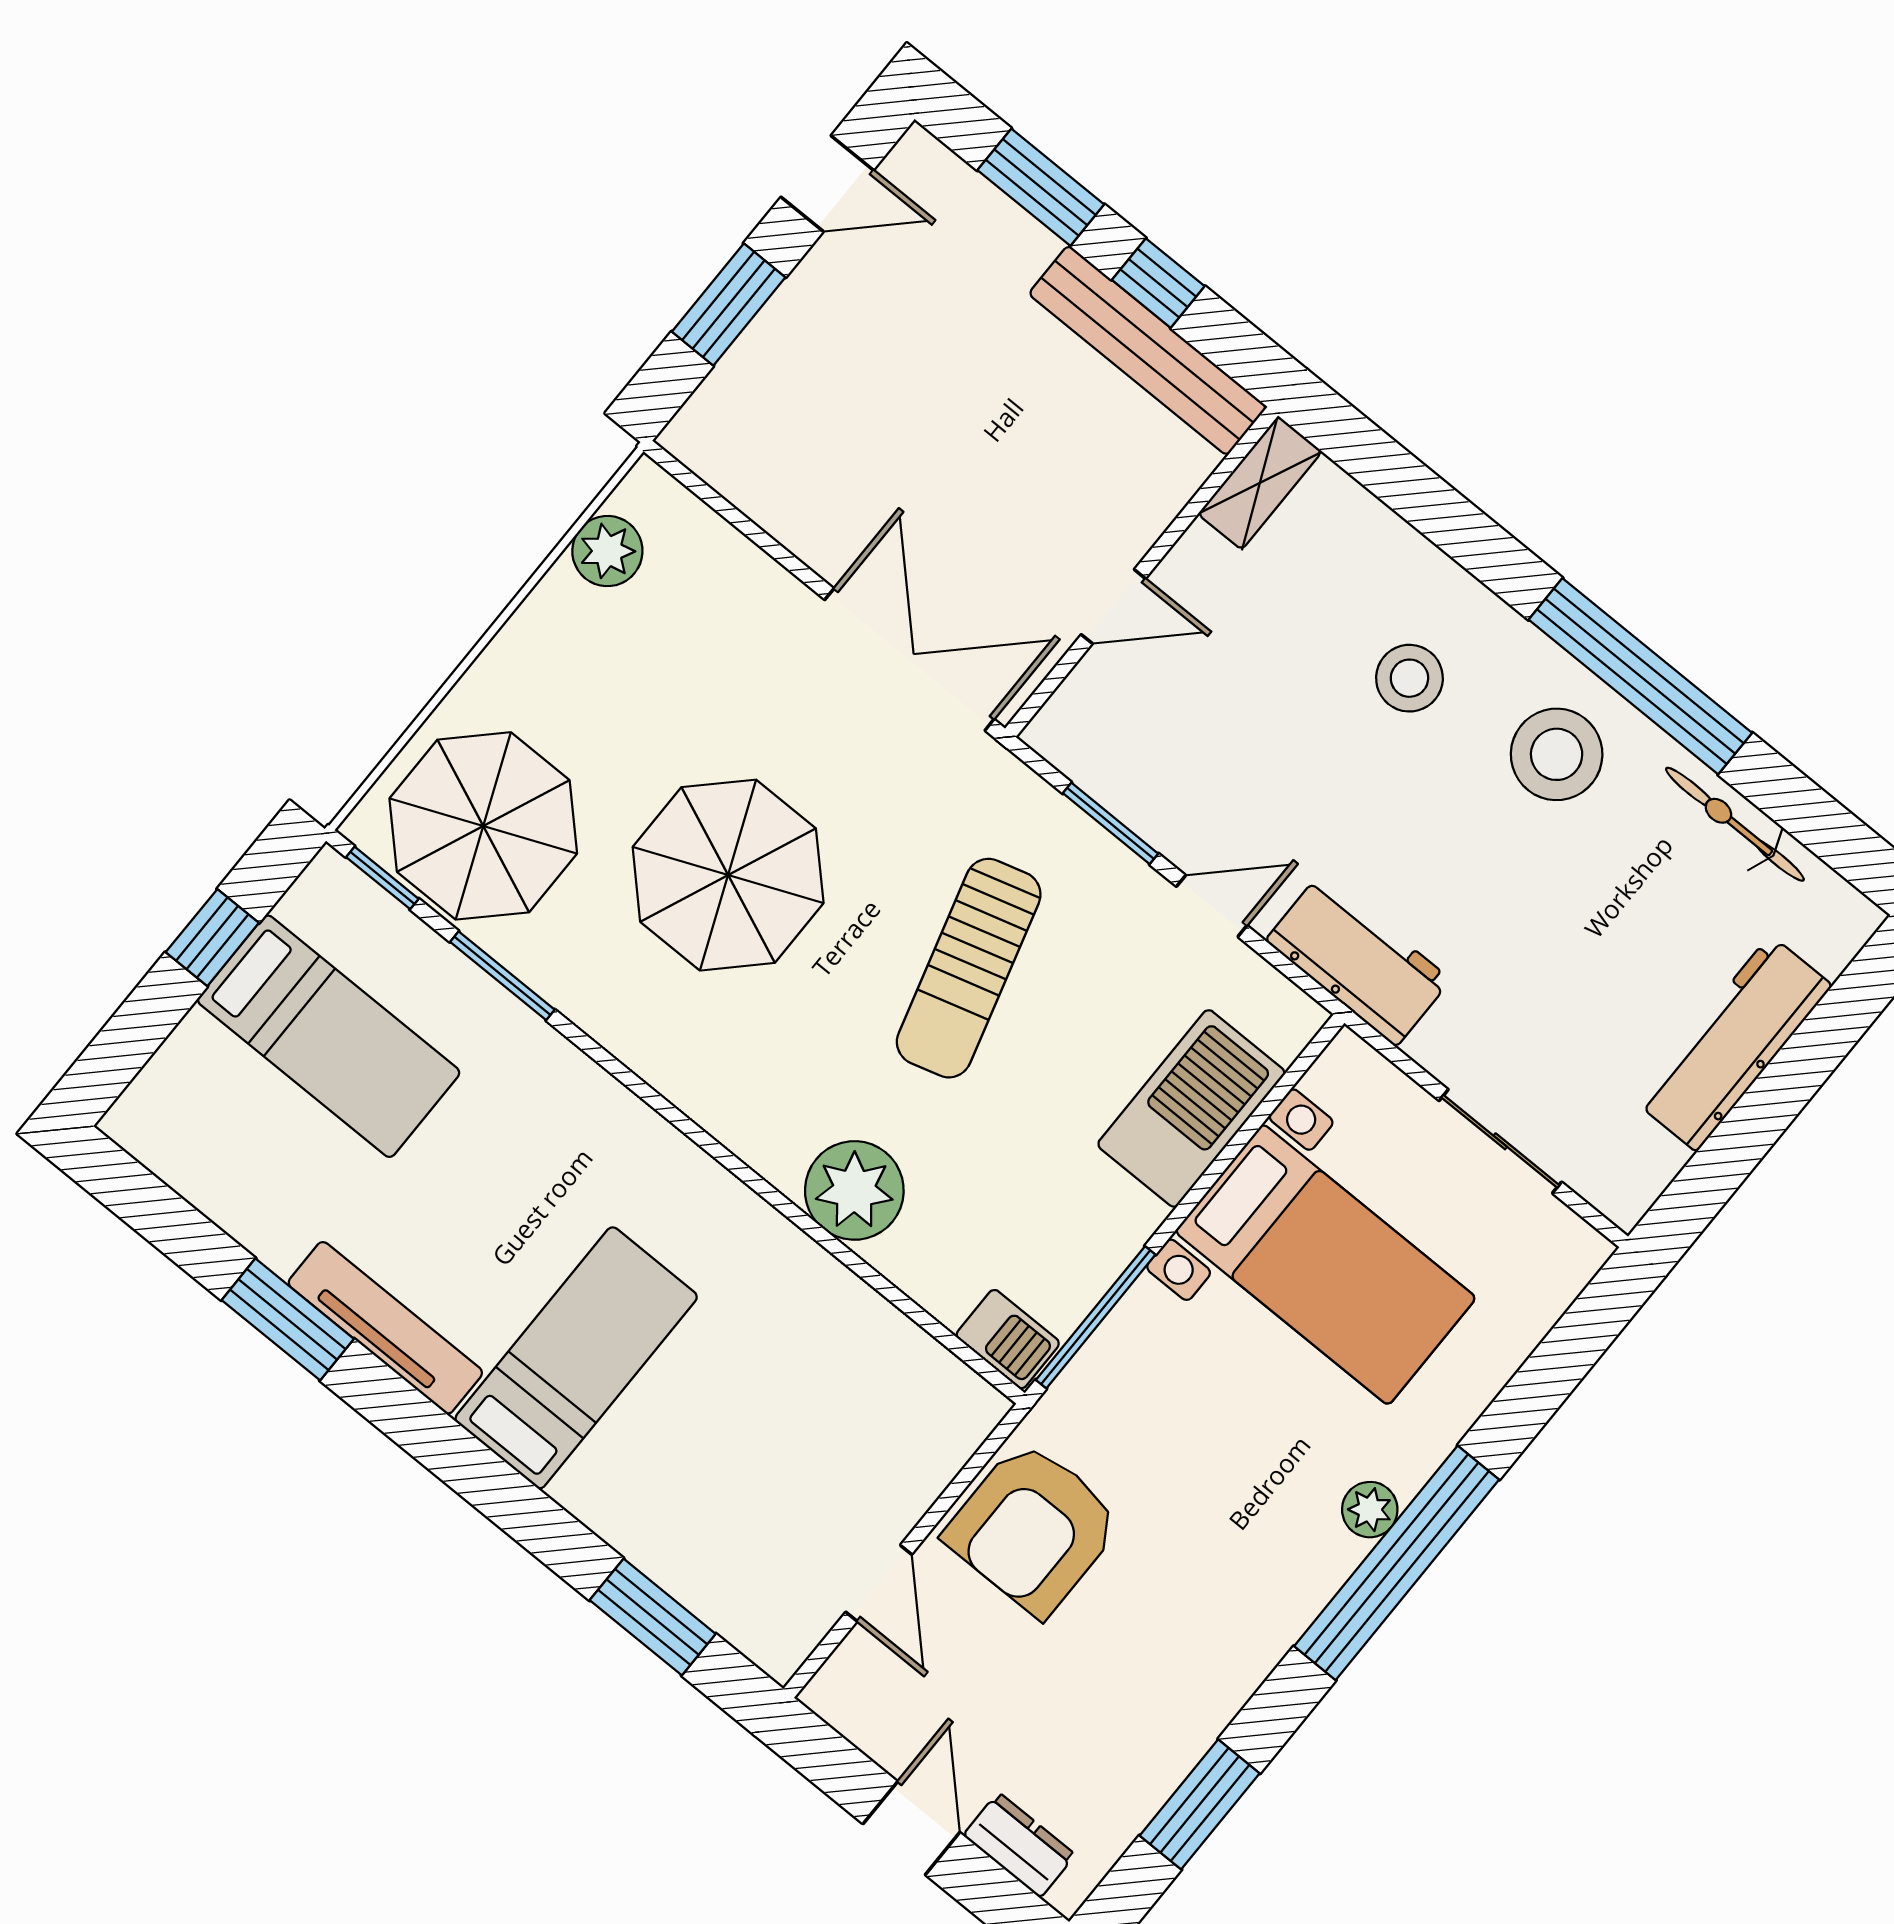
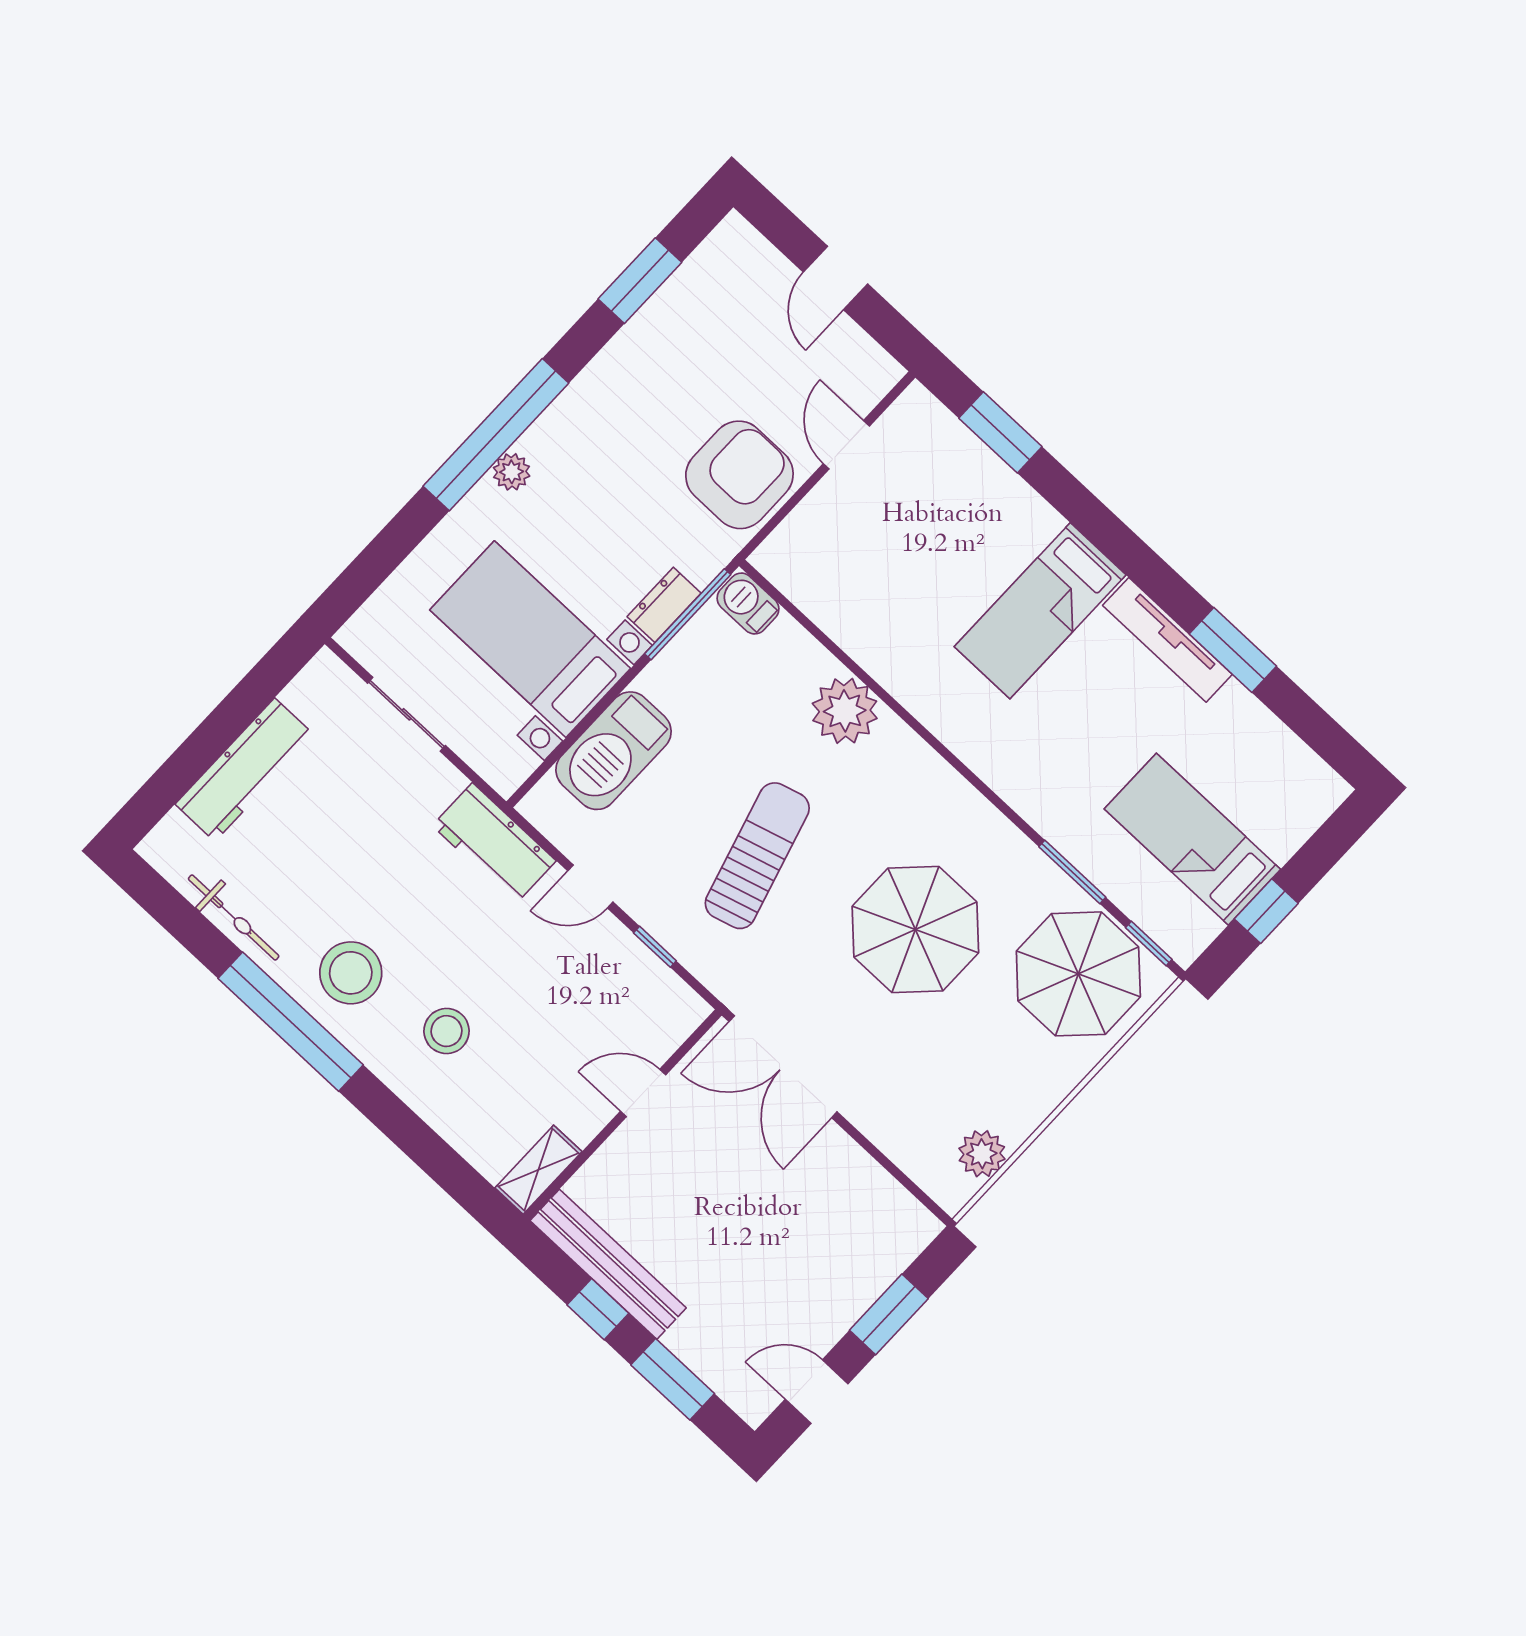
window: (1111, 823) -> (655, 947), width x0.67
dresser: (1019, 1845) -> (664, 605), moved, turned 90

